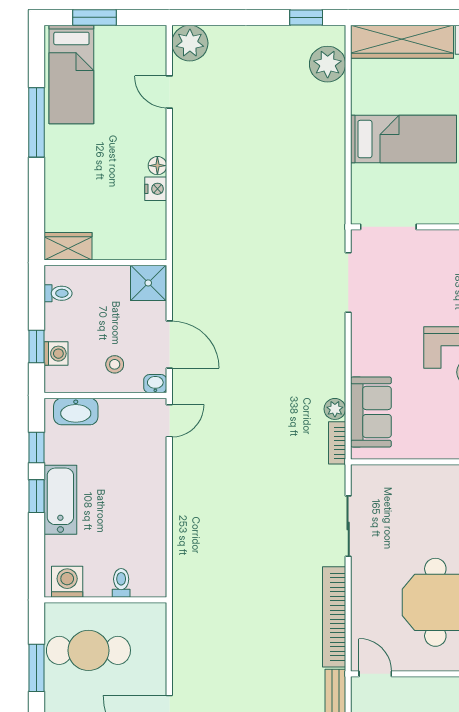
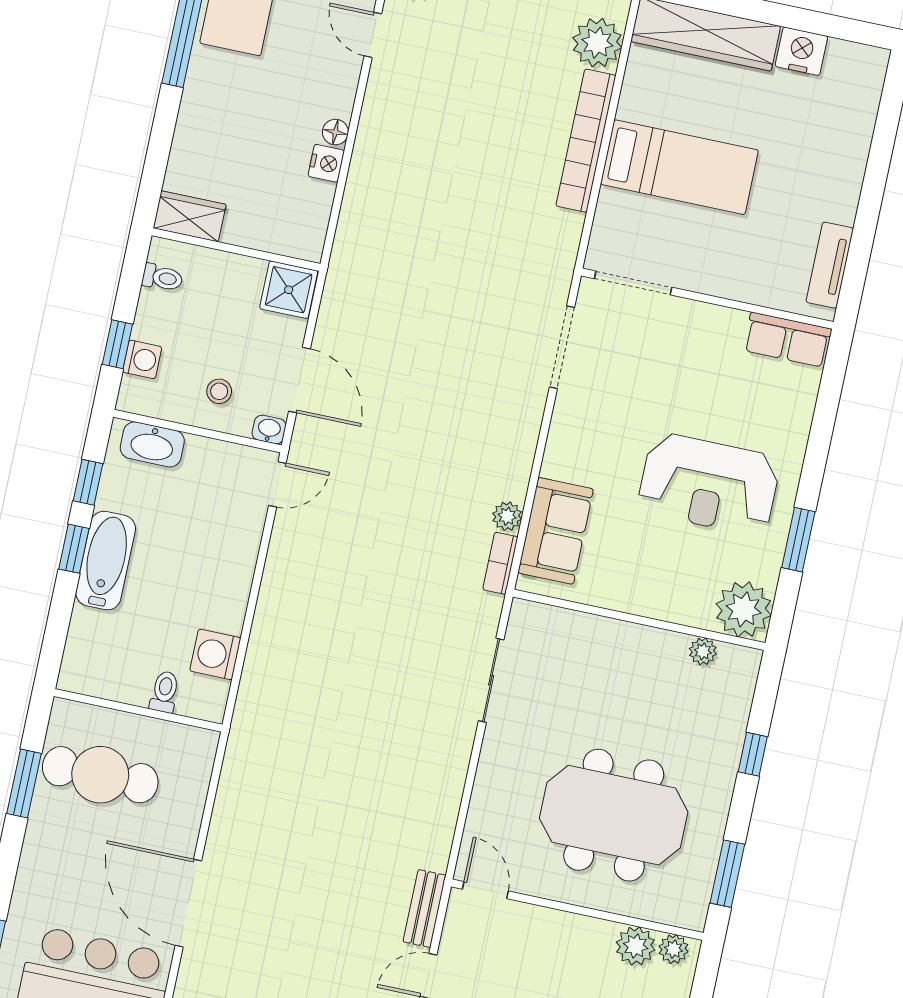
washing machine: (67, 582) -> (215, 654), moved, turned -90
bookcase: (334, 617) -> (586, 141), moved

